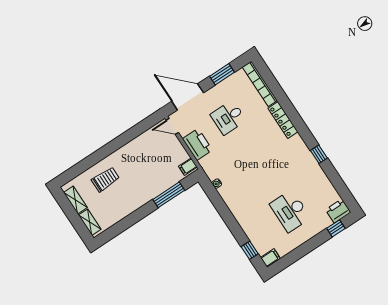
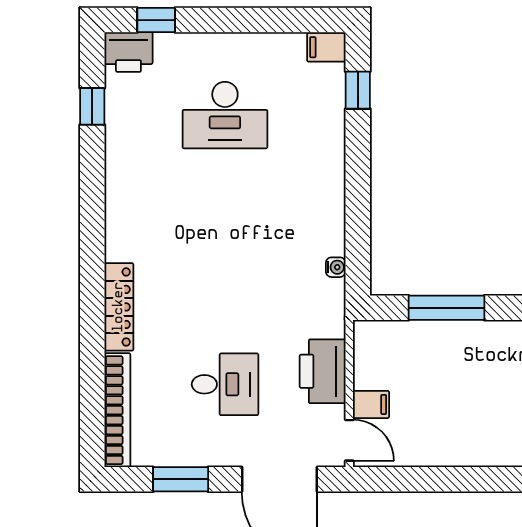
window: (319, 154) -> (92, 106), moved
filing cabinet: (188, 167) -> (371, 404), moved
desk: (290, 211) -> (225, 115), turned 90

